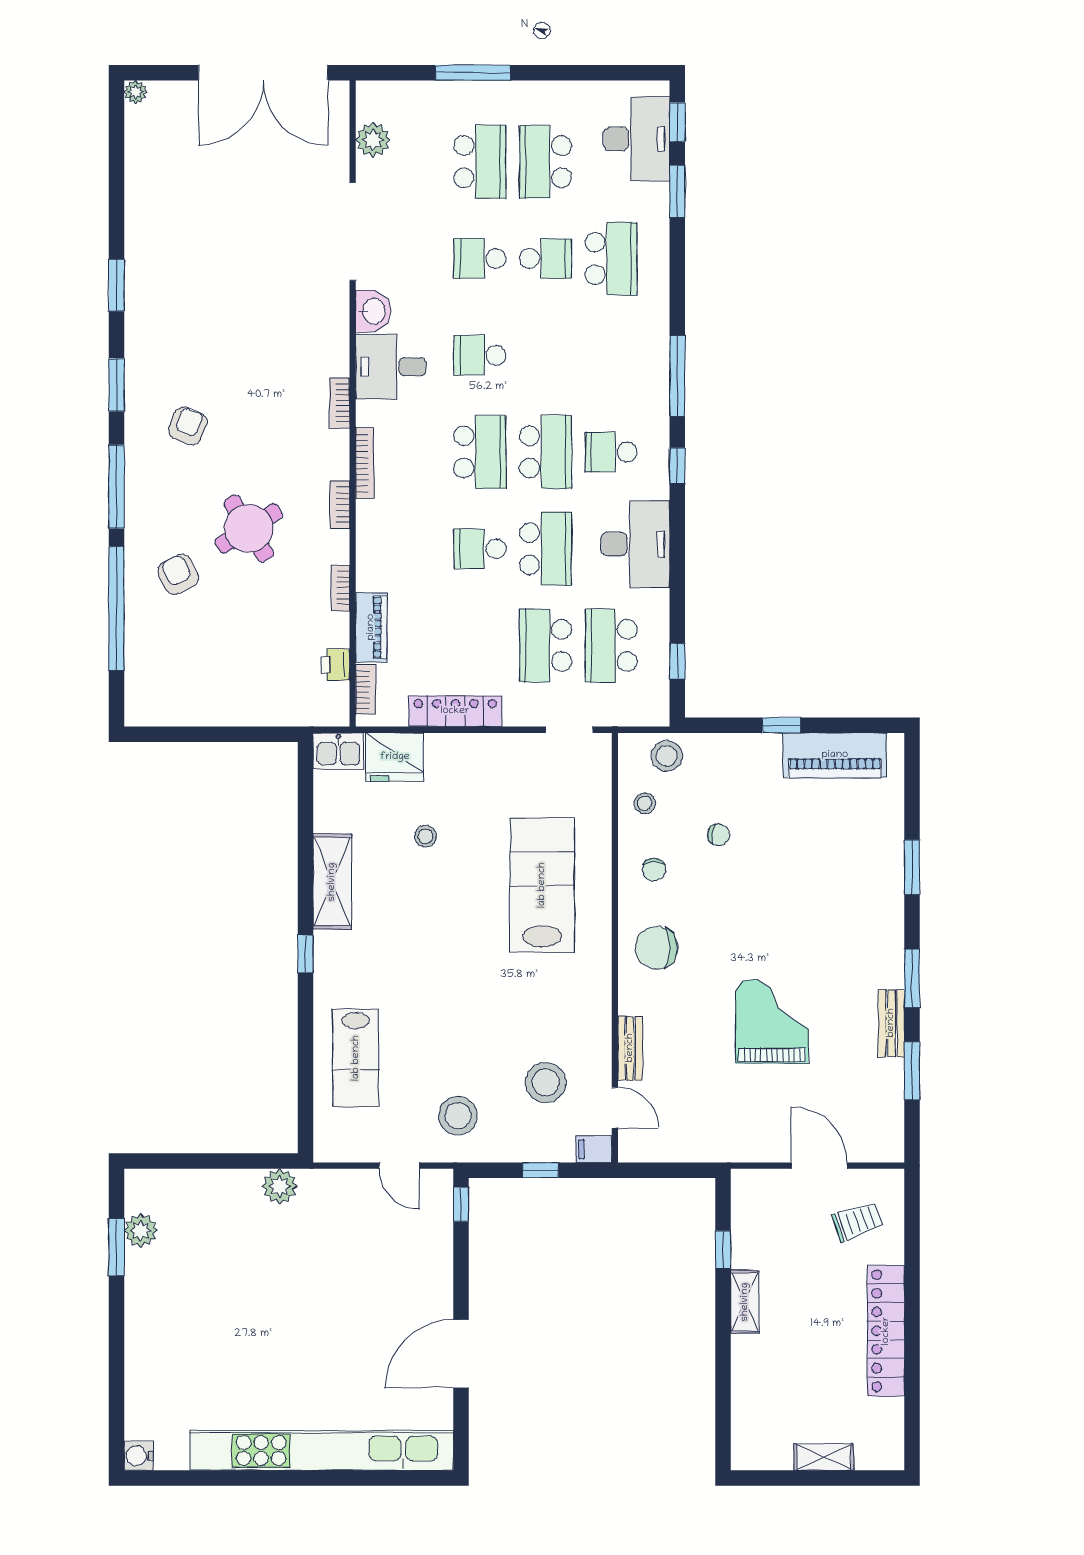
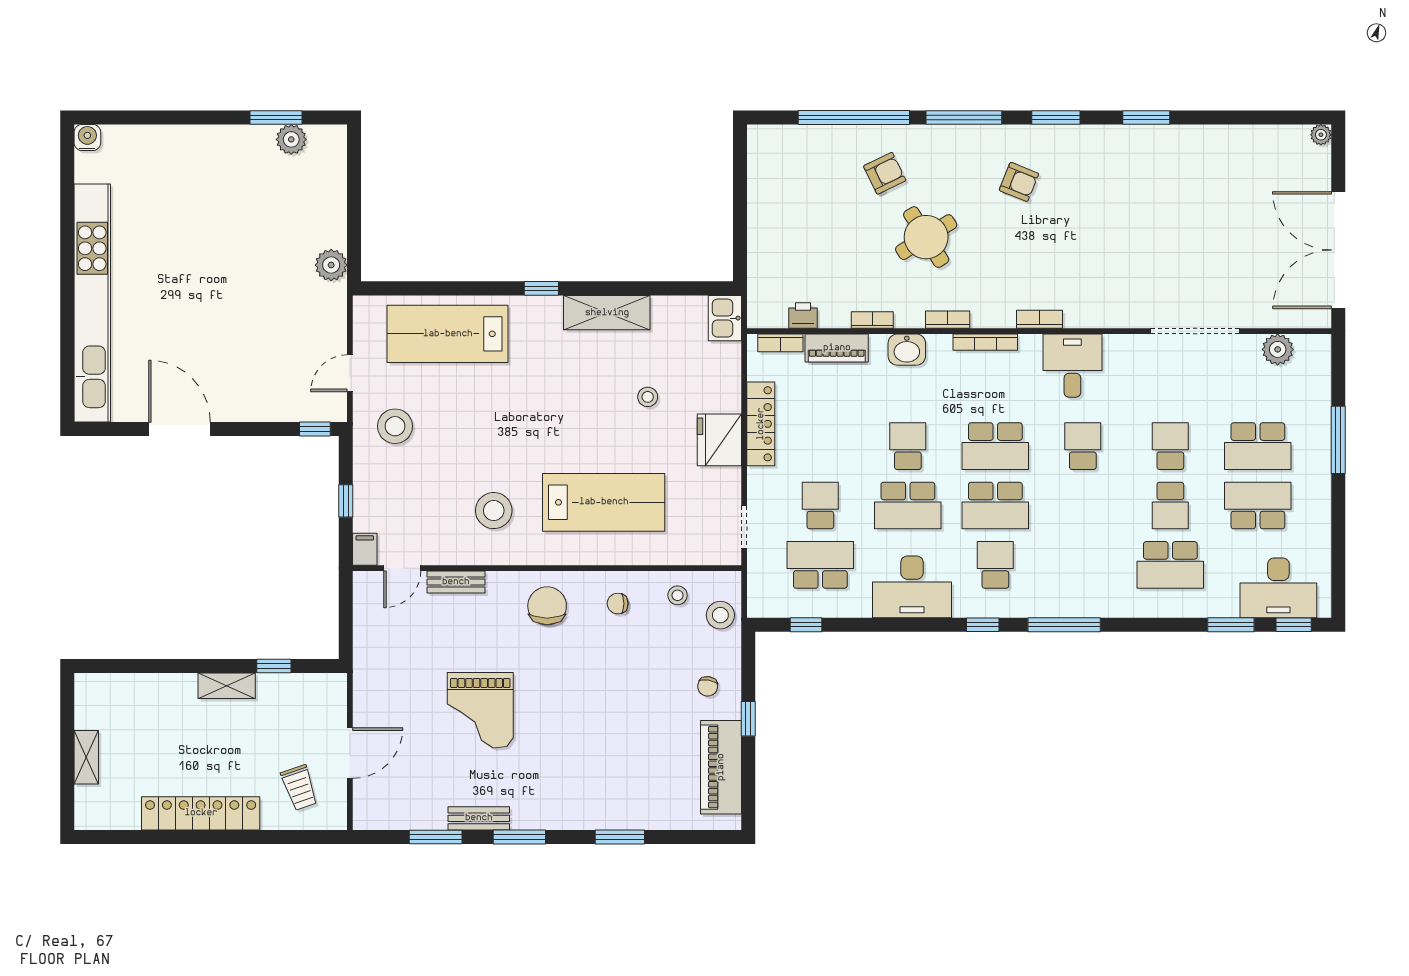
washbasin: (373, 311) -> (907, 350), moved
school desk: (546, 645) -> (820, 506), width x0.54
fridge: (395, 757) -> (719, 440), moved
chair: (719, 835) -> (708, 686), moved
grand piano: (772, 1021) -> (480, 710), turned 90
lab bench: (356, 1058) -> (448, 334), width x1.36, depth x1.39
stool: (546, 1083) -> (494, 511), moved

